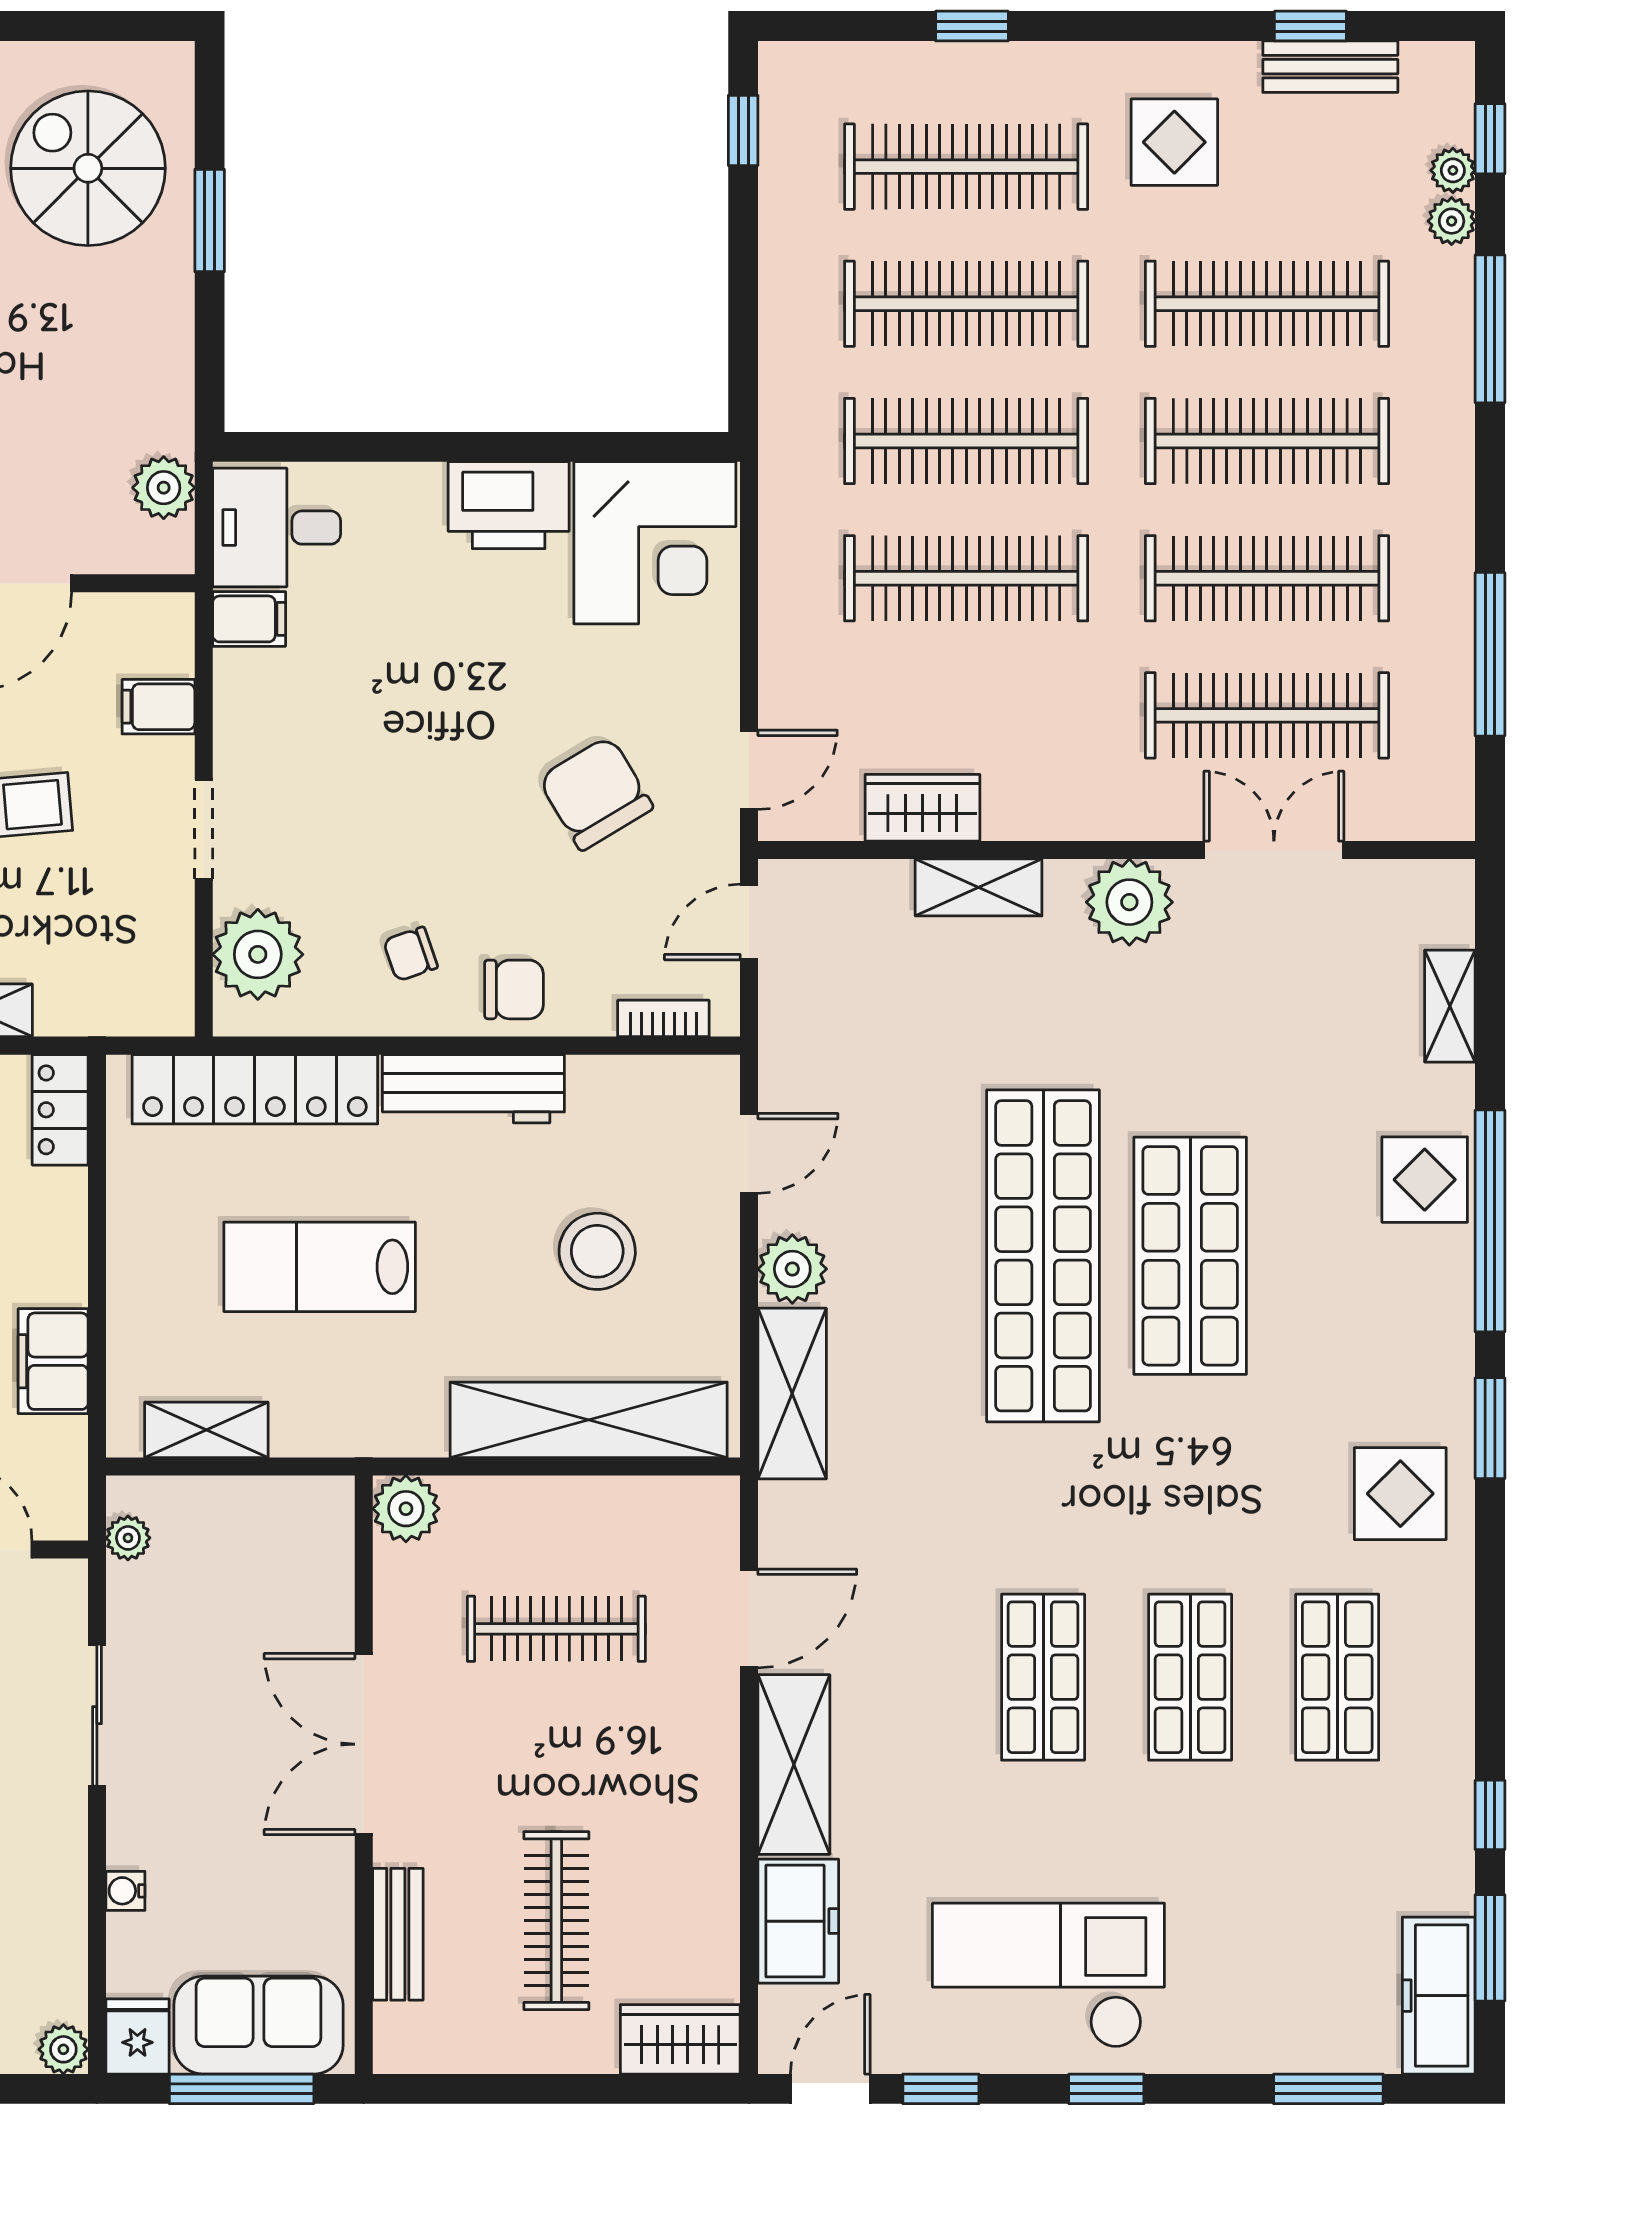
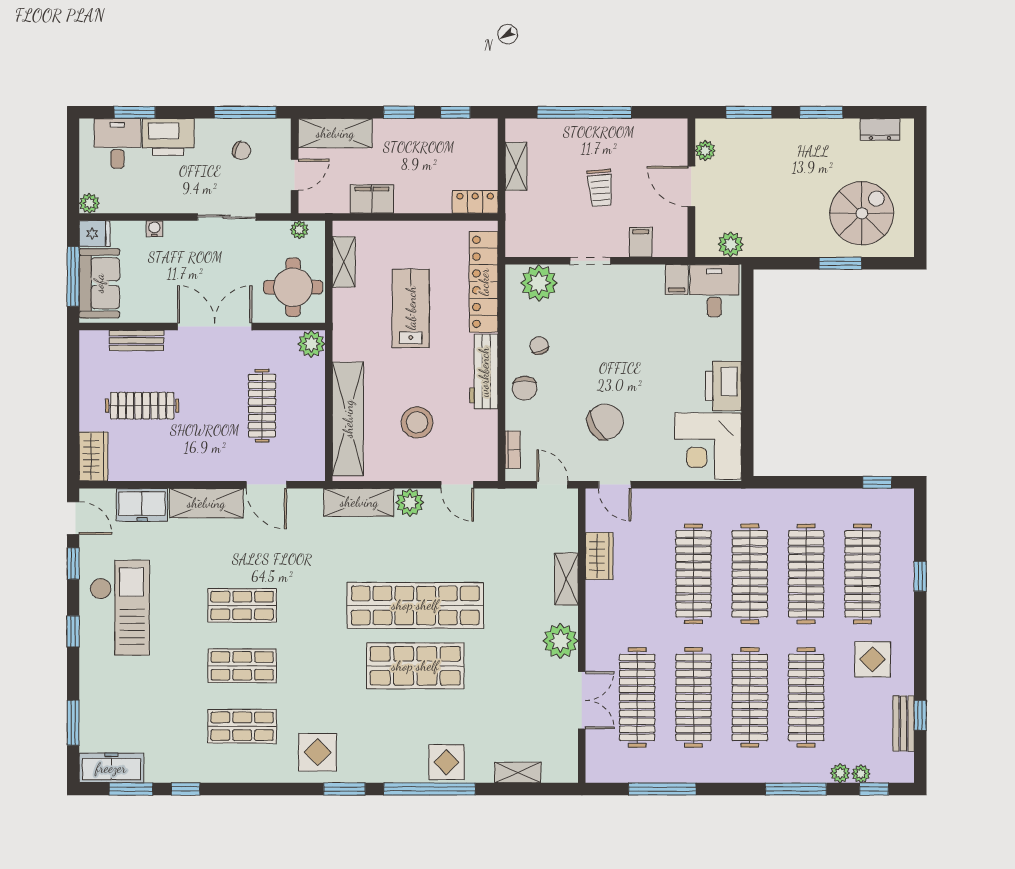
round table: (268, 1553) -> (293, 287), added

